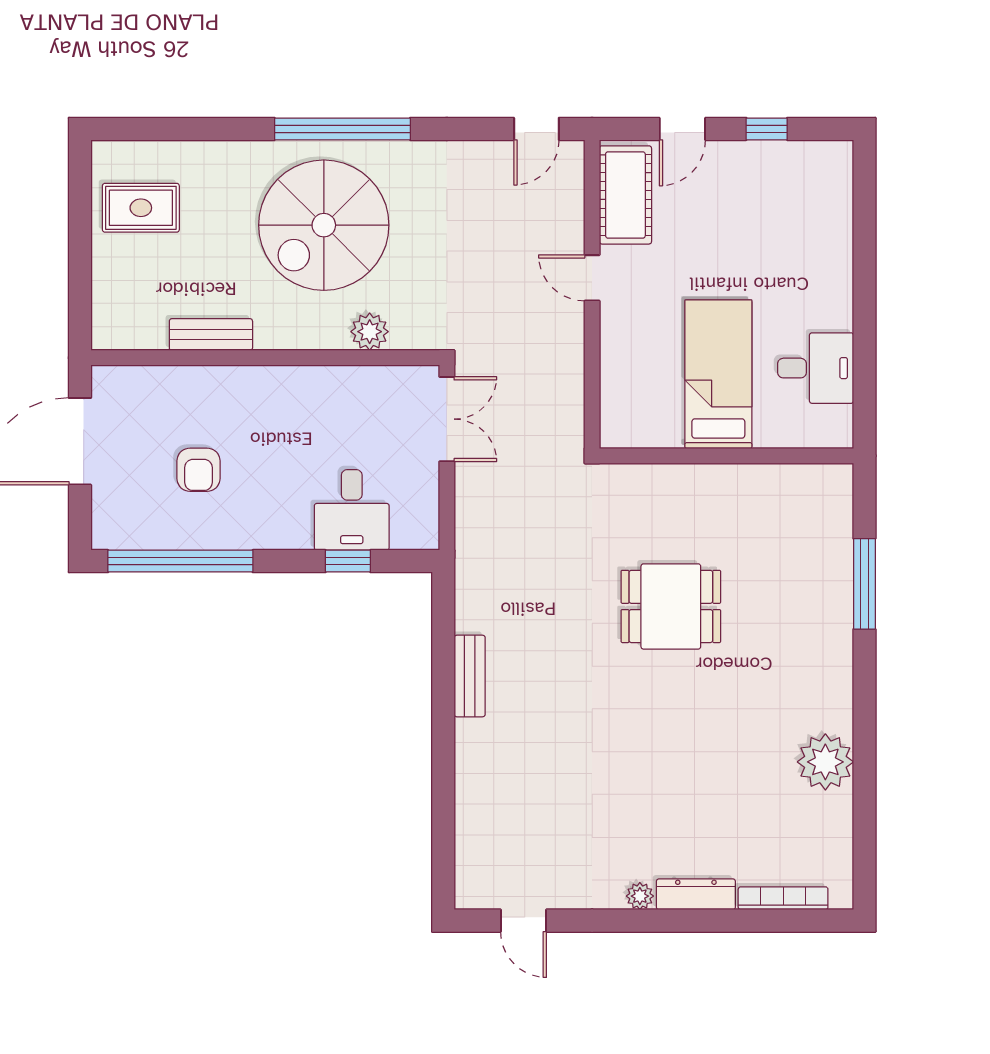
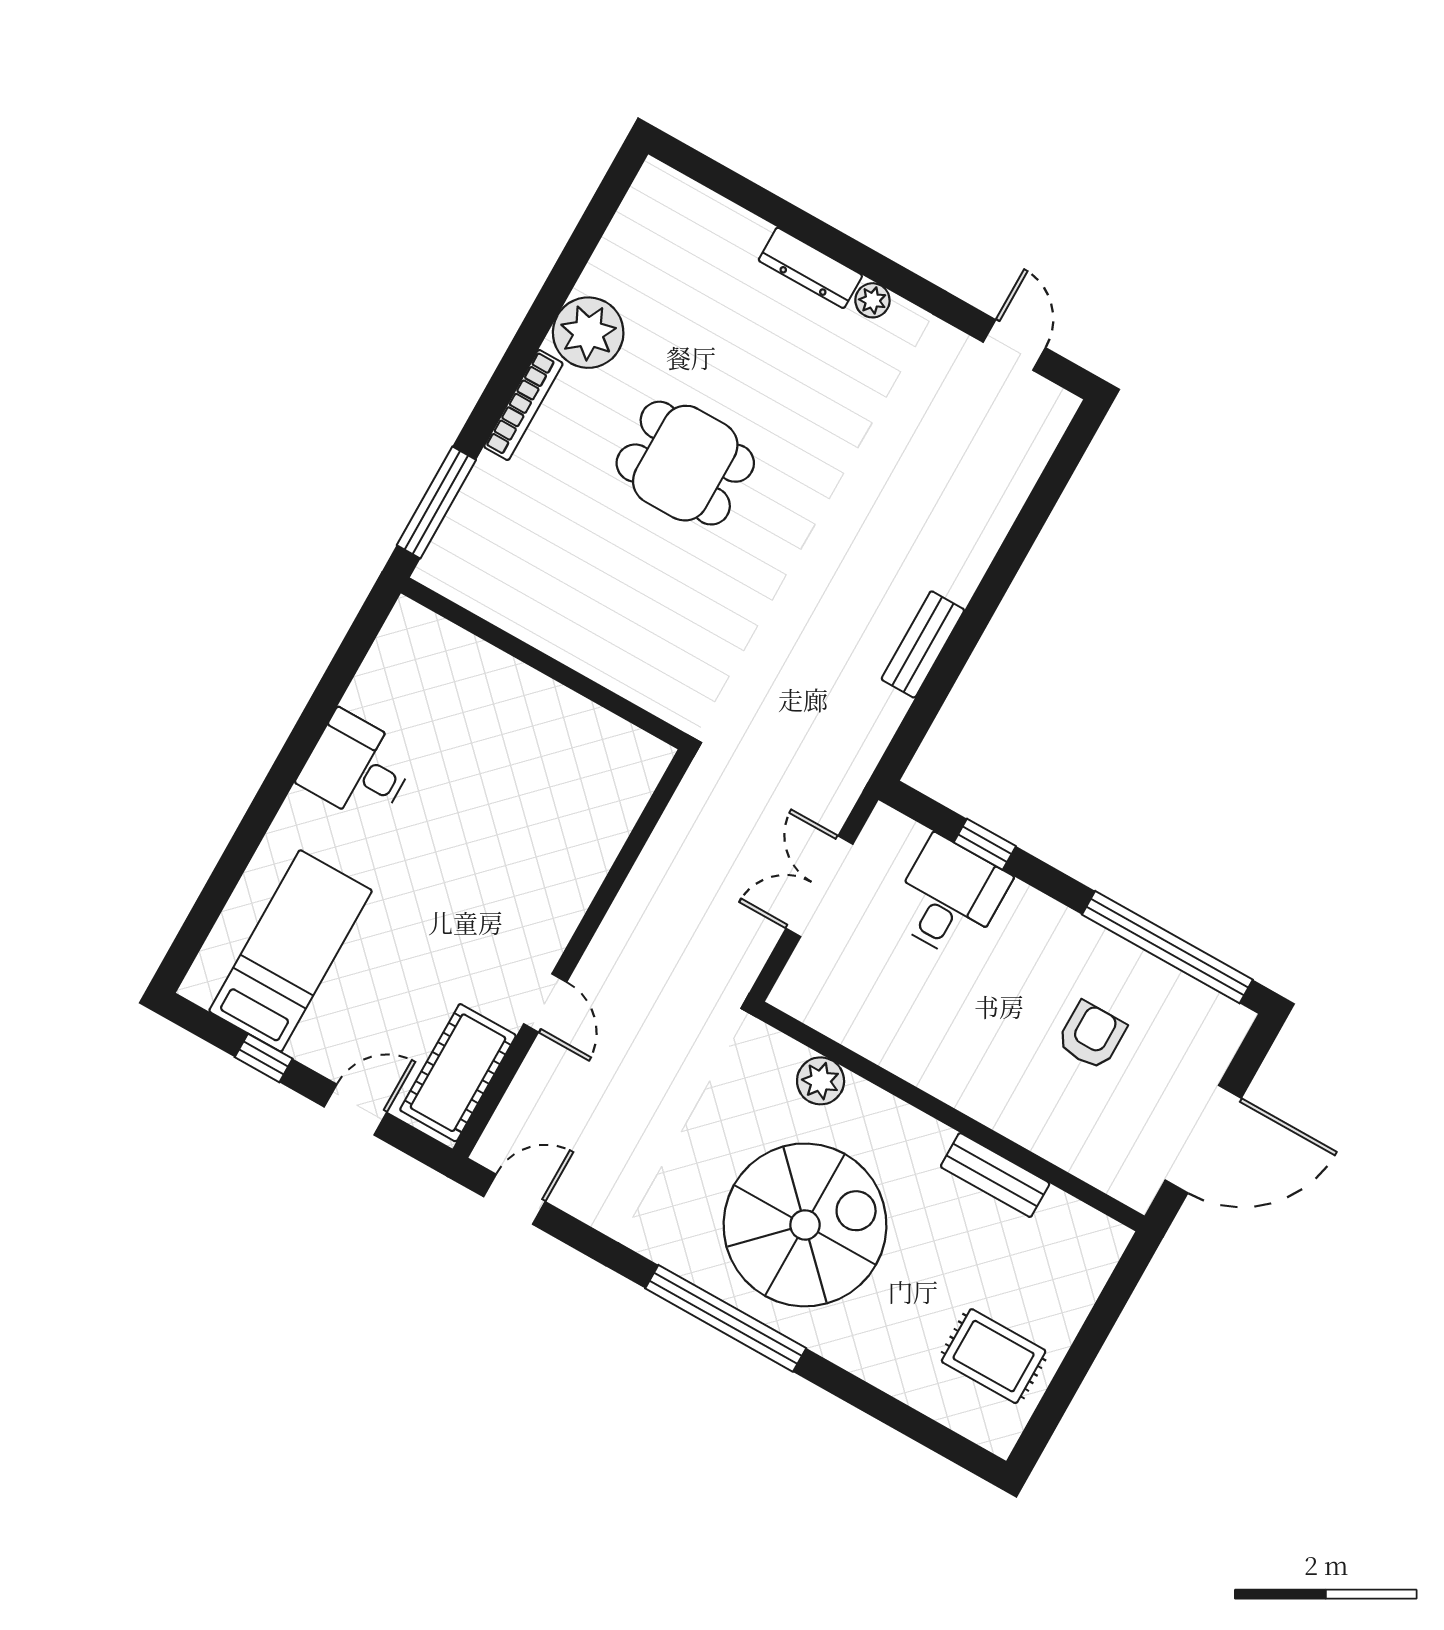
bed: (718, 374) -> (291, 951), moved, turned 180
double door: (447, 419) -> (819, 886), moved
wall: (726, 456) -> (544, 663), moved
dining table: (671, 606) -> (685, 463), moved
bookcase: (783, 898) -> (523, 405), moved, turned -90

